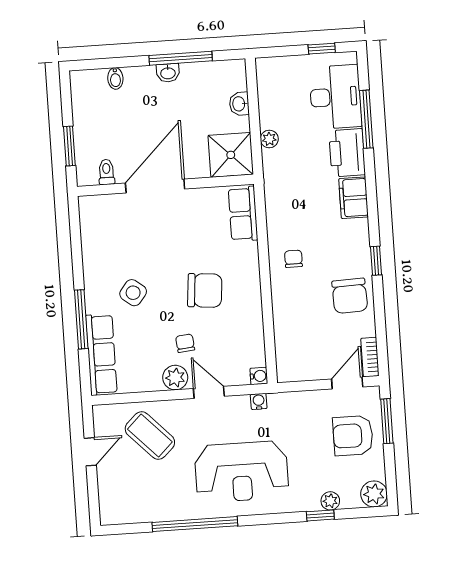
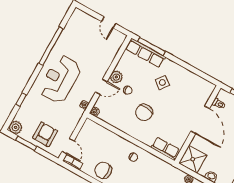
window: (81, 319) -> (151, 46), moved
window: (387, 421) -> (26, 143), moved
coffee table: (150, 436) -> (99, 51), removed
plant: (330, 501) -> (24, 108), removed

